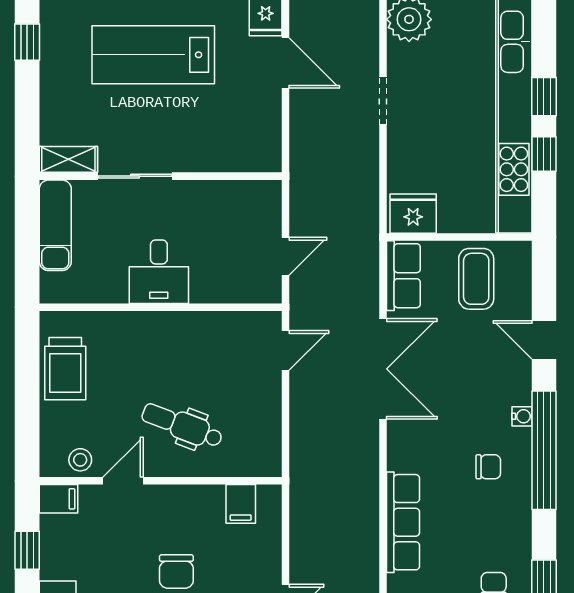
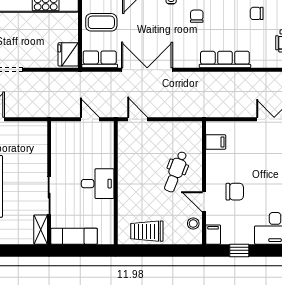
trolley: (65, 369) -> (147, 231), turned 180
chair: (176, 572) -> (235, 192), moved

